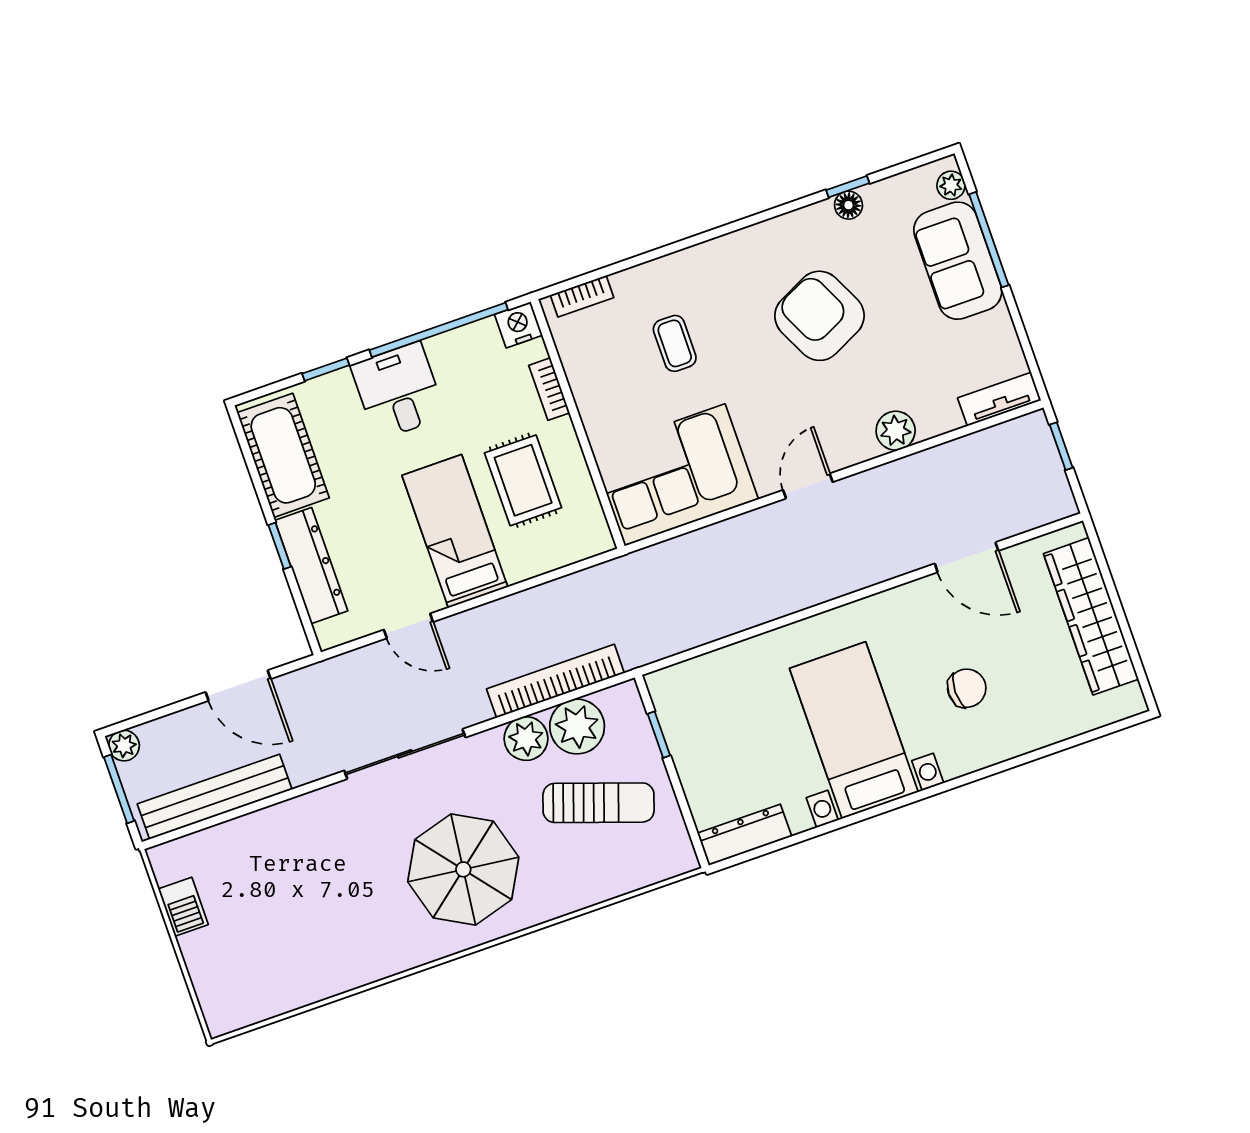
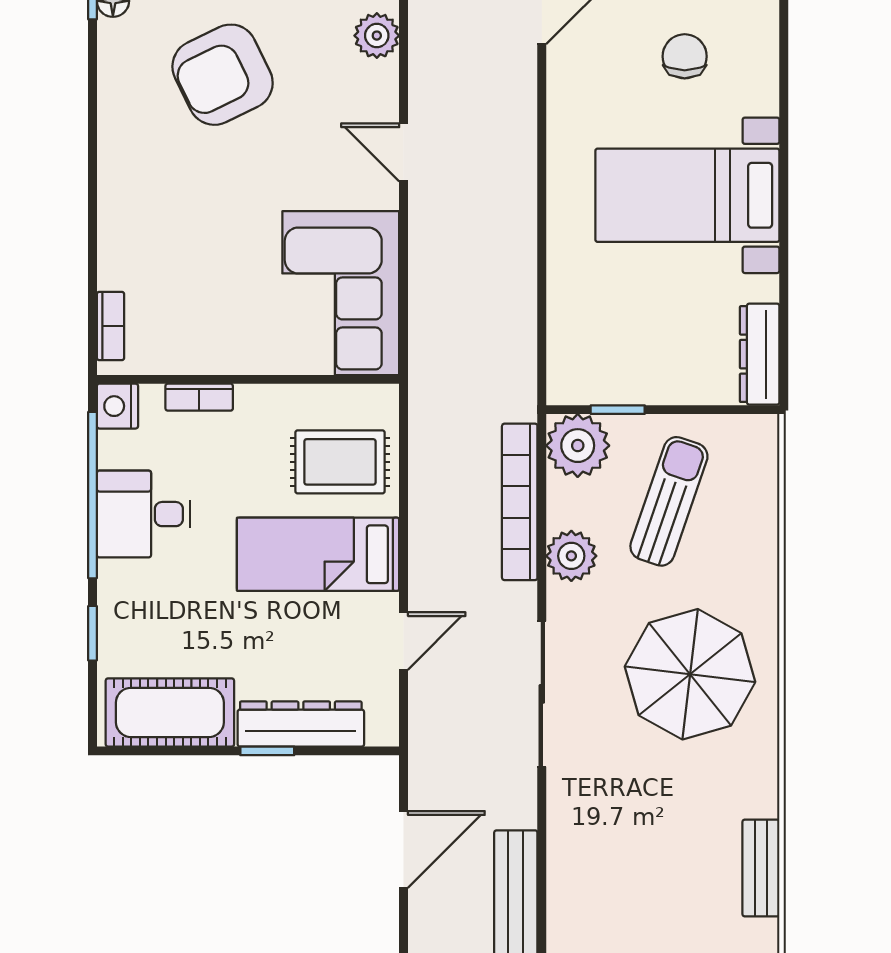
coffee table: (675, 343) -> (197, 243), removed
desk: (398, 391) -> (144, 514), moved
rug: (523, 480) -> (340, 462), moved
plant: (577, 727) -> (578, 446), moved
bench: (325, 983) -> (761, 868), added

